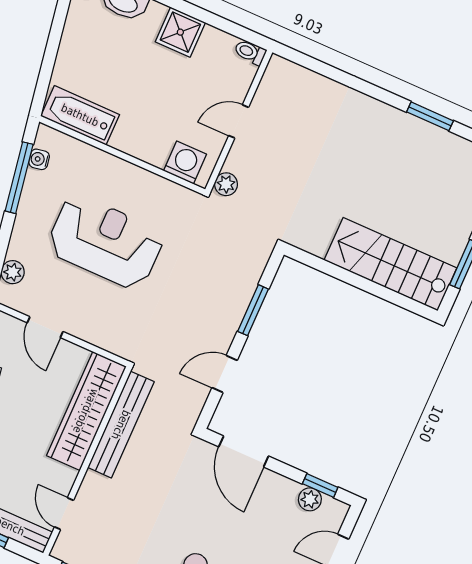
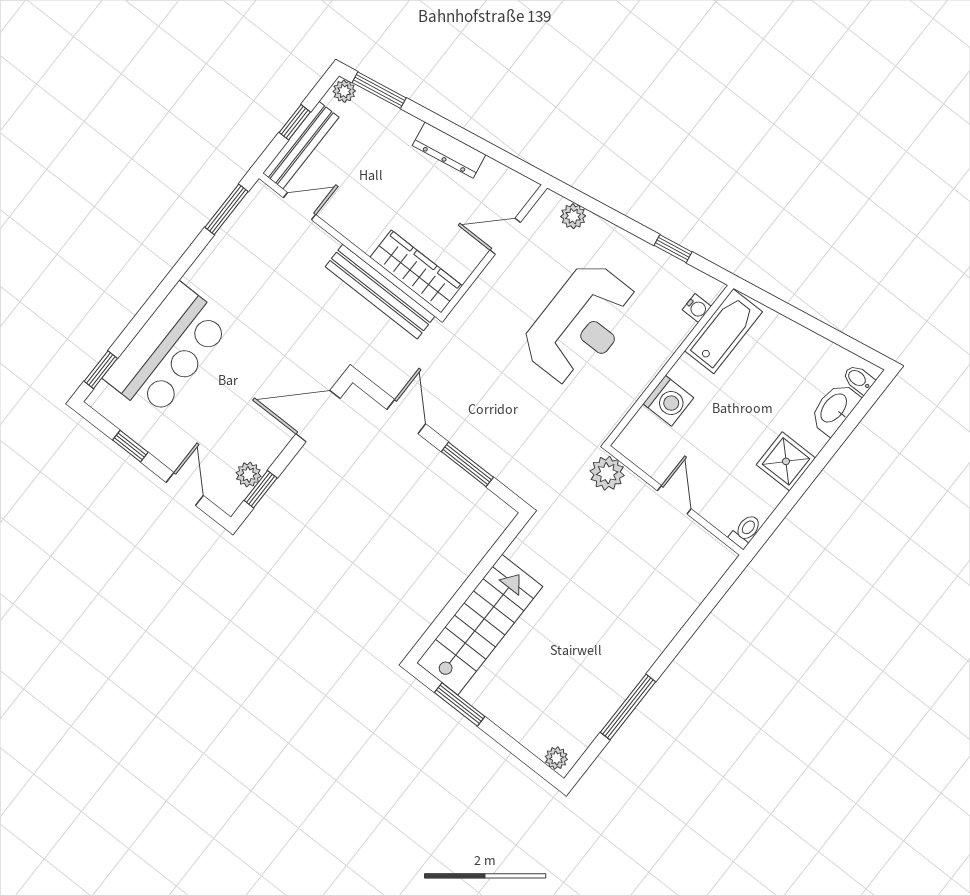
window: (430, 116) -> (628, 707), width x1.44
water cooler: (39, 159) -> (697, 308), moved, turned 100
washing machine: (185, 162) -> (668, 401), moved
window: (19, 178) -> (673, 249), width x0.46
plant: (226, 184) -> (607, 473), width x1.38, depth x1.38
wardrobe: (86, 411) -> (416, 272), width x0.71, depth x0.85

